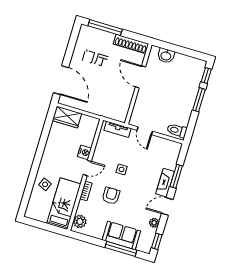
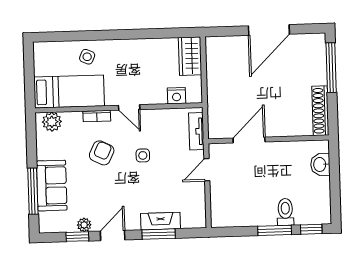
door: (140, 77) -> (249, 140), moved
door: (61, 80) -> (269, 30), moved
toilet: (177, 131) -> (285, 212), moved
nightstand: (85, 152) -> (177, 96), moved
fireplace: (165, 183) -> (161, 221), moved
armchair: (111, 196) -> (102, 153), turned -64
door: (167, 207) -> (113, 235), hinge flipped
window: (157, 241) -> (77, 237), moved

